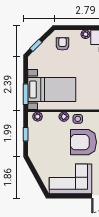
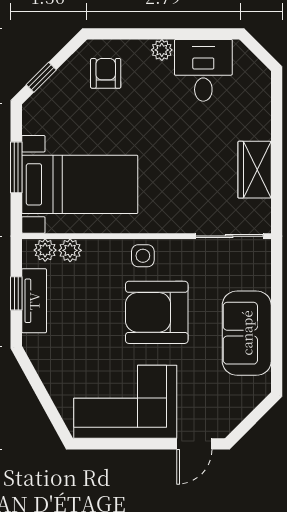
window: (26, 94) -> (16, 167), moved
plant: (64, 117) -> (70, 250), moved
tv unit: (33, 137) -> (34, 301), added

